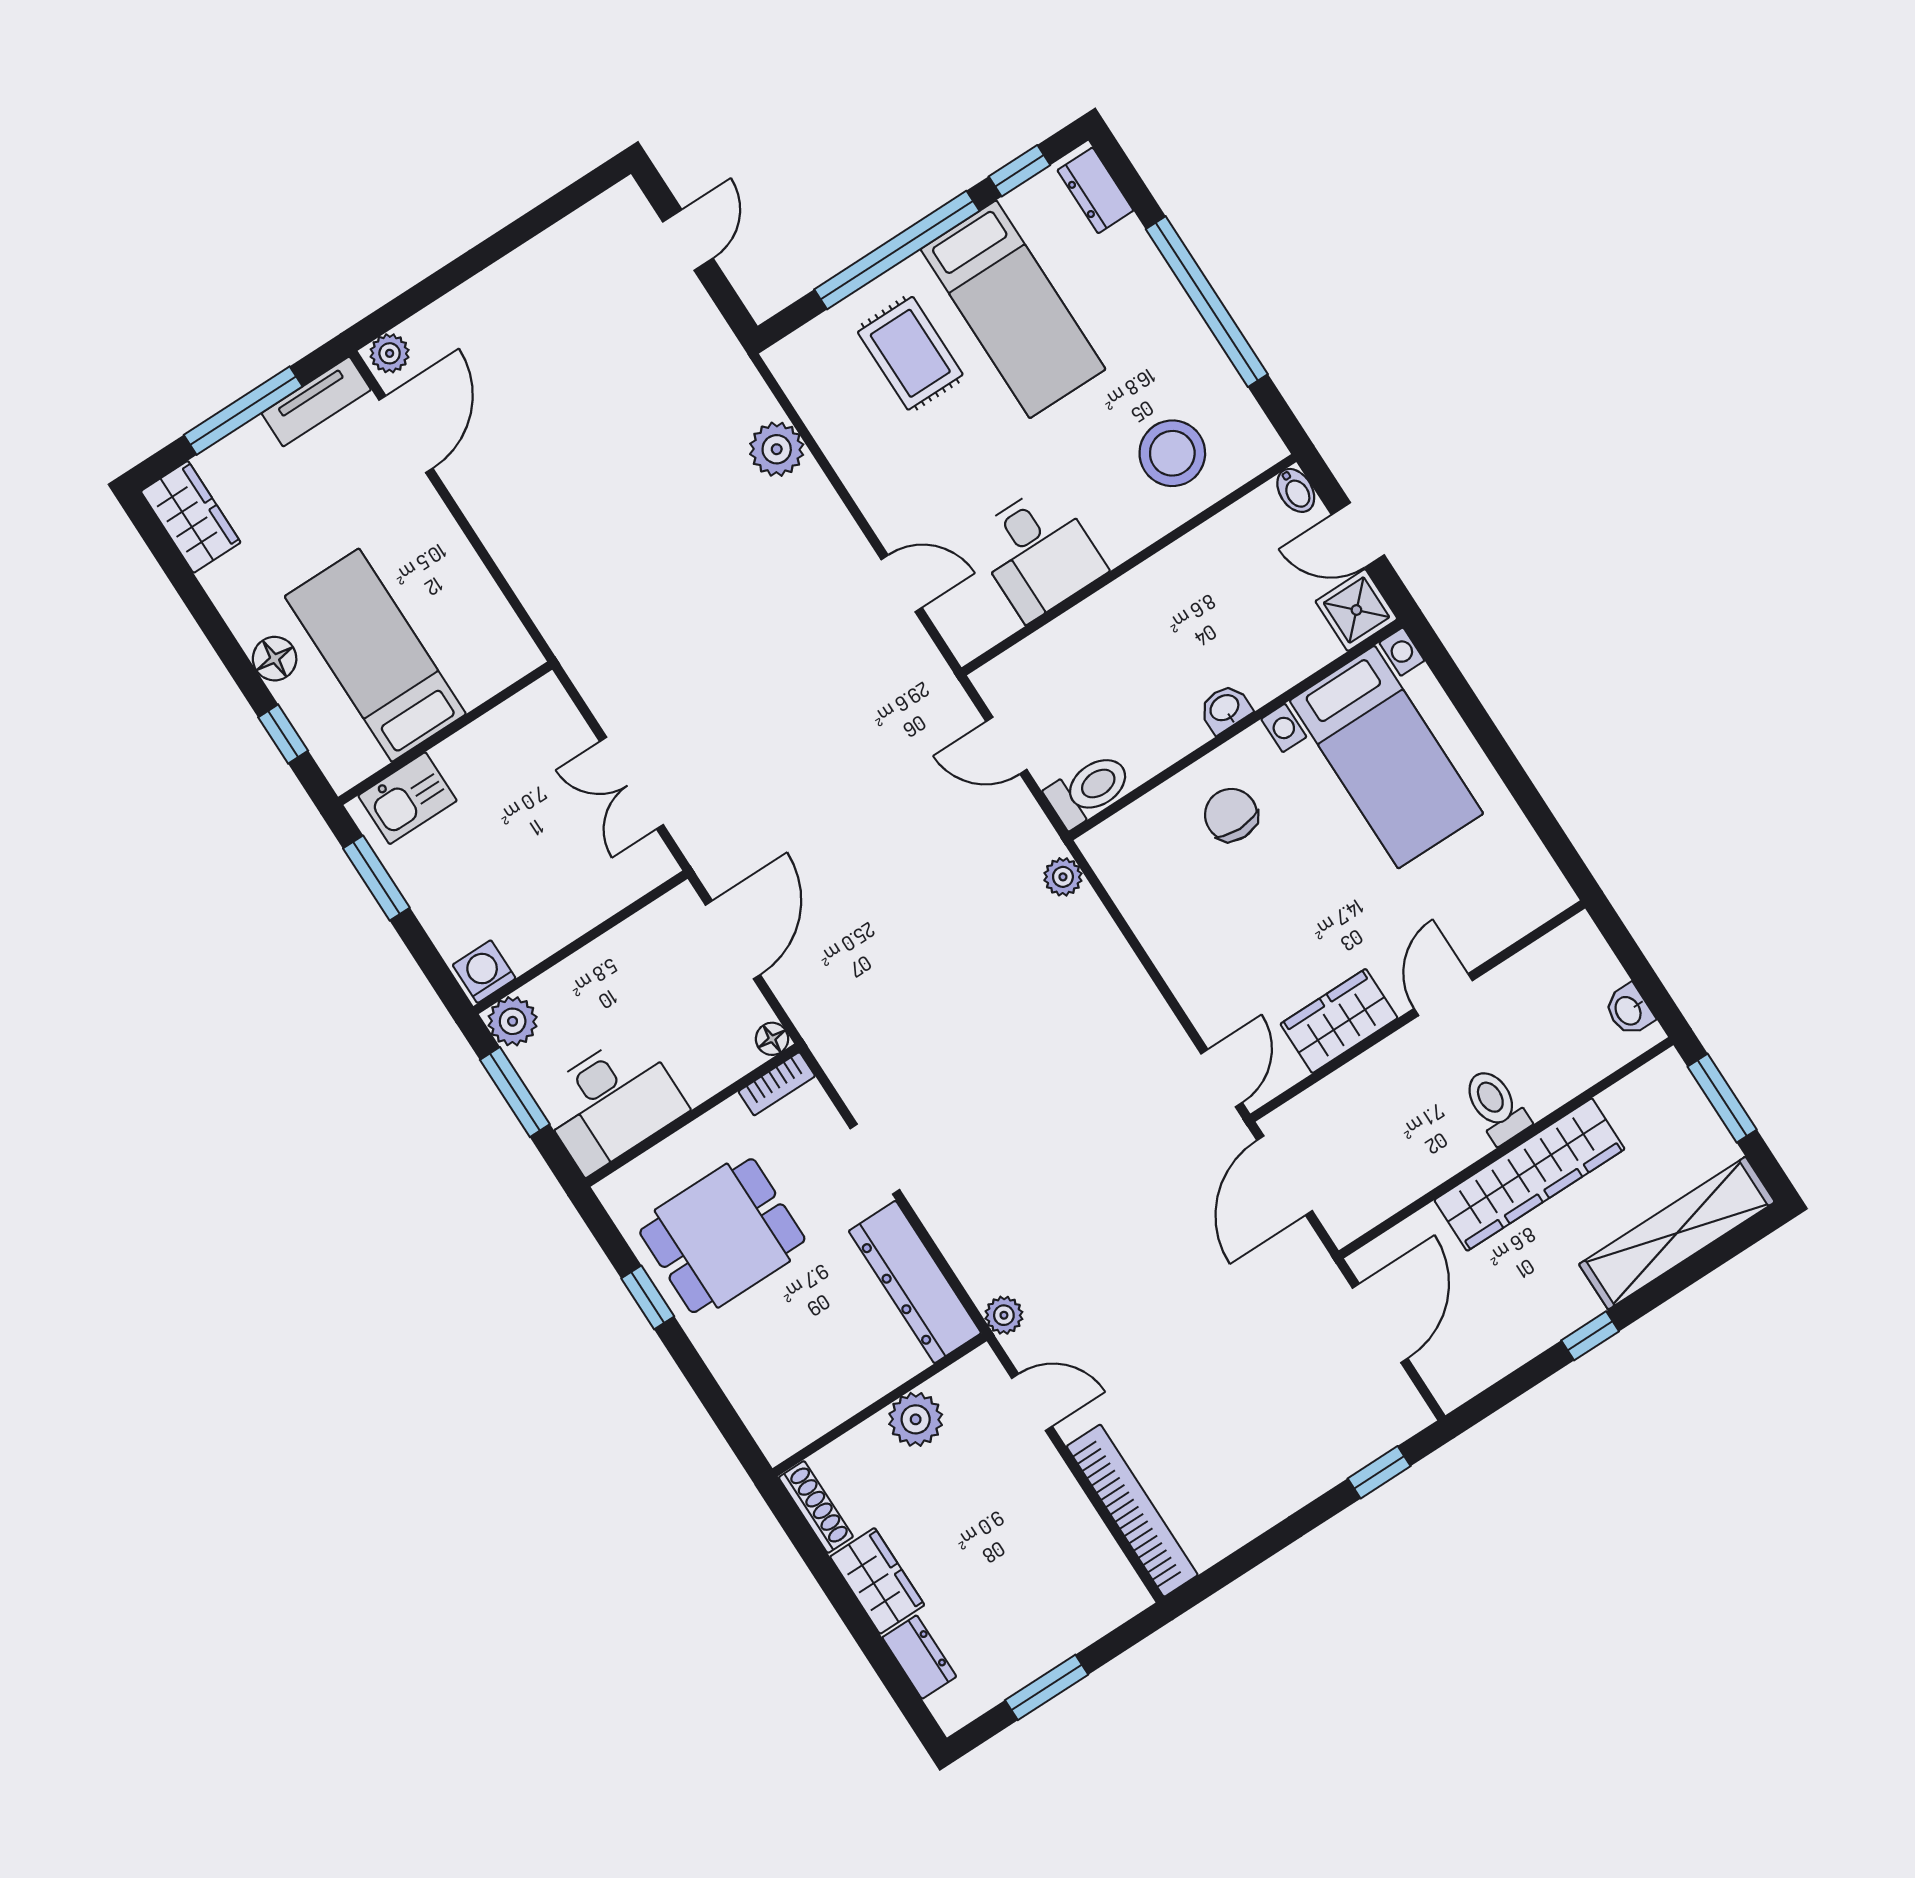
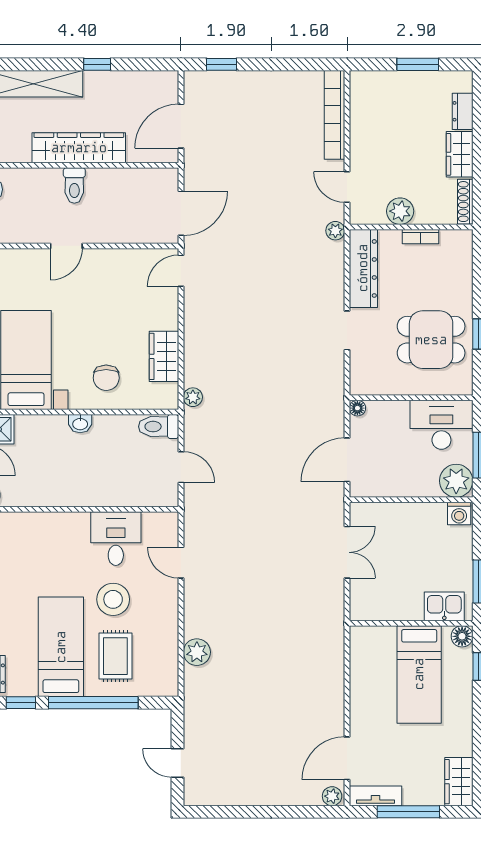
door: (688, 240) -> (177, 763), hinge flipped
stool: (1172, 453) -> (113, 599), moved
floor lamp: (275, 659) -> (462, 636), moved
plant: (513, 1021) -> (456, 481), width x1.36, depth x1.36
wardrobe: (1339, 1021) -> (164, 356), moved, turned 90
bookcase: (777, 1084) -> (420, 237), moved, turned 180

